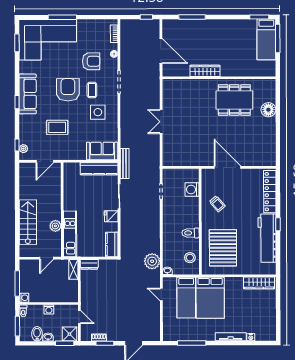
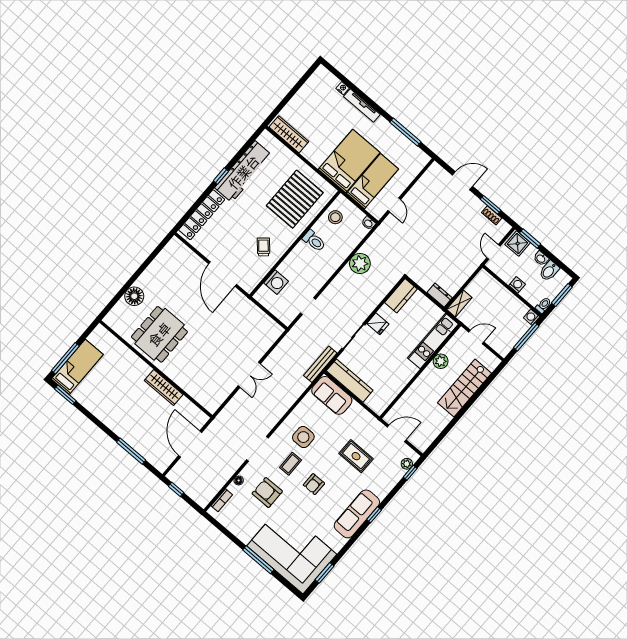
armchair: (68, 90) -> (314, 484), width x0.53, depth x0.53
dining table: (234, 100) -> (159, 334), turned 90
plant: (152, 261) -> (360, 263), moved

